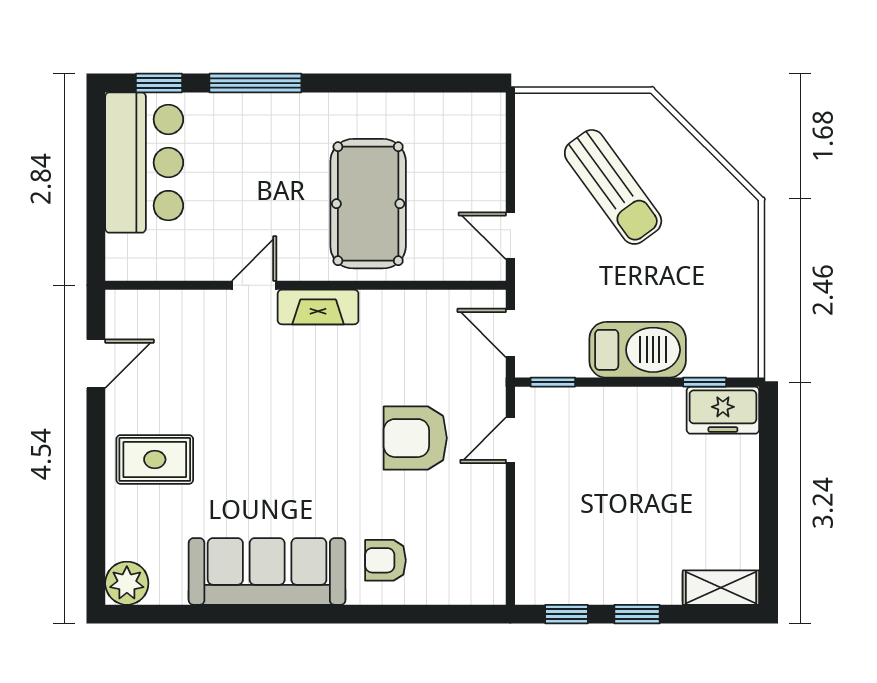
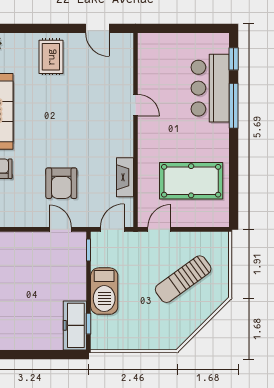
bar counter: (144, 163) -> (210, 88), moved, turned 90
pool table: (368, 204) -> (191, 181), moved
fireplace: (318, 307) -> (125, 177), moved
freezer: (723, 410) -> (75, 325), width x1.40
armchair: (415, 438) -> (61, 183), turned 180

